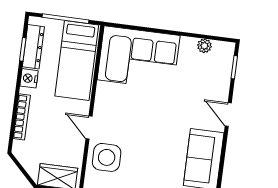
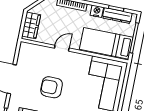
armchair: (149, 139) -> (52, 87), added
side table: (107, 157) -> (41, 58), removed

